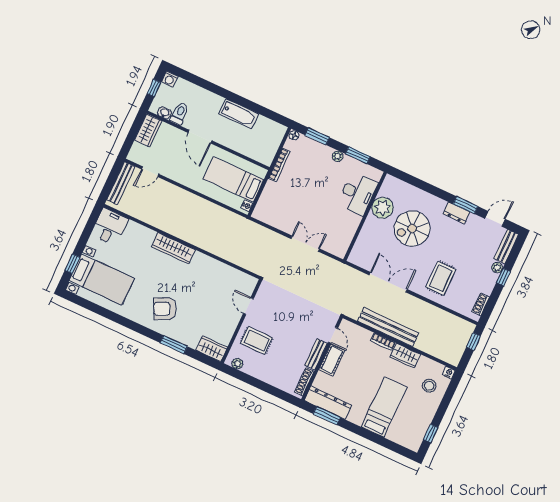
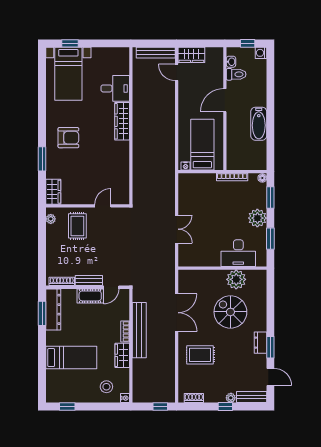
wardrobe: (148, 130) -> (191, 55), moved
plant: (338, 156) -> (257, 218), width x1.88, depth x1.88
desk: (110, 227) -> (115, 88), moved
armchair: (165, 309) -> (68, 138), turned 115

